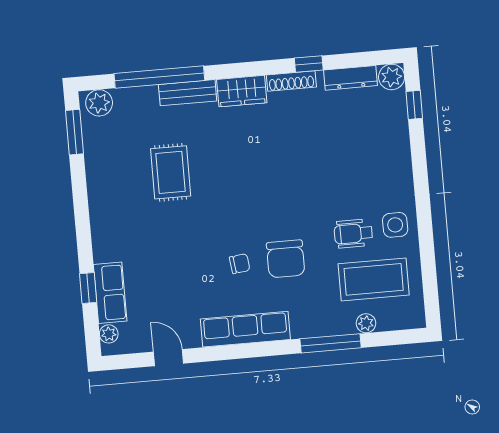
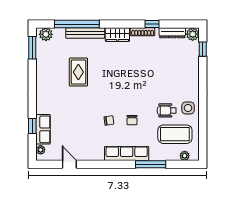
bench: (188, 93) -> (85, 33), width x1.36
chair: (286, 259) -> (132, 120), width x0.54, depth x0.54
plant: (366, 323) -> (185, 156), moved
row of seats: (245, 329) -> (127, 153), moved

